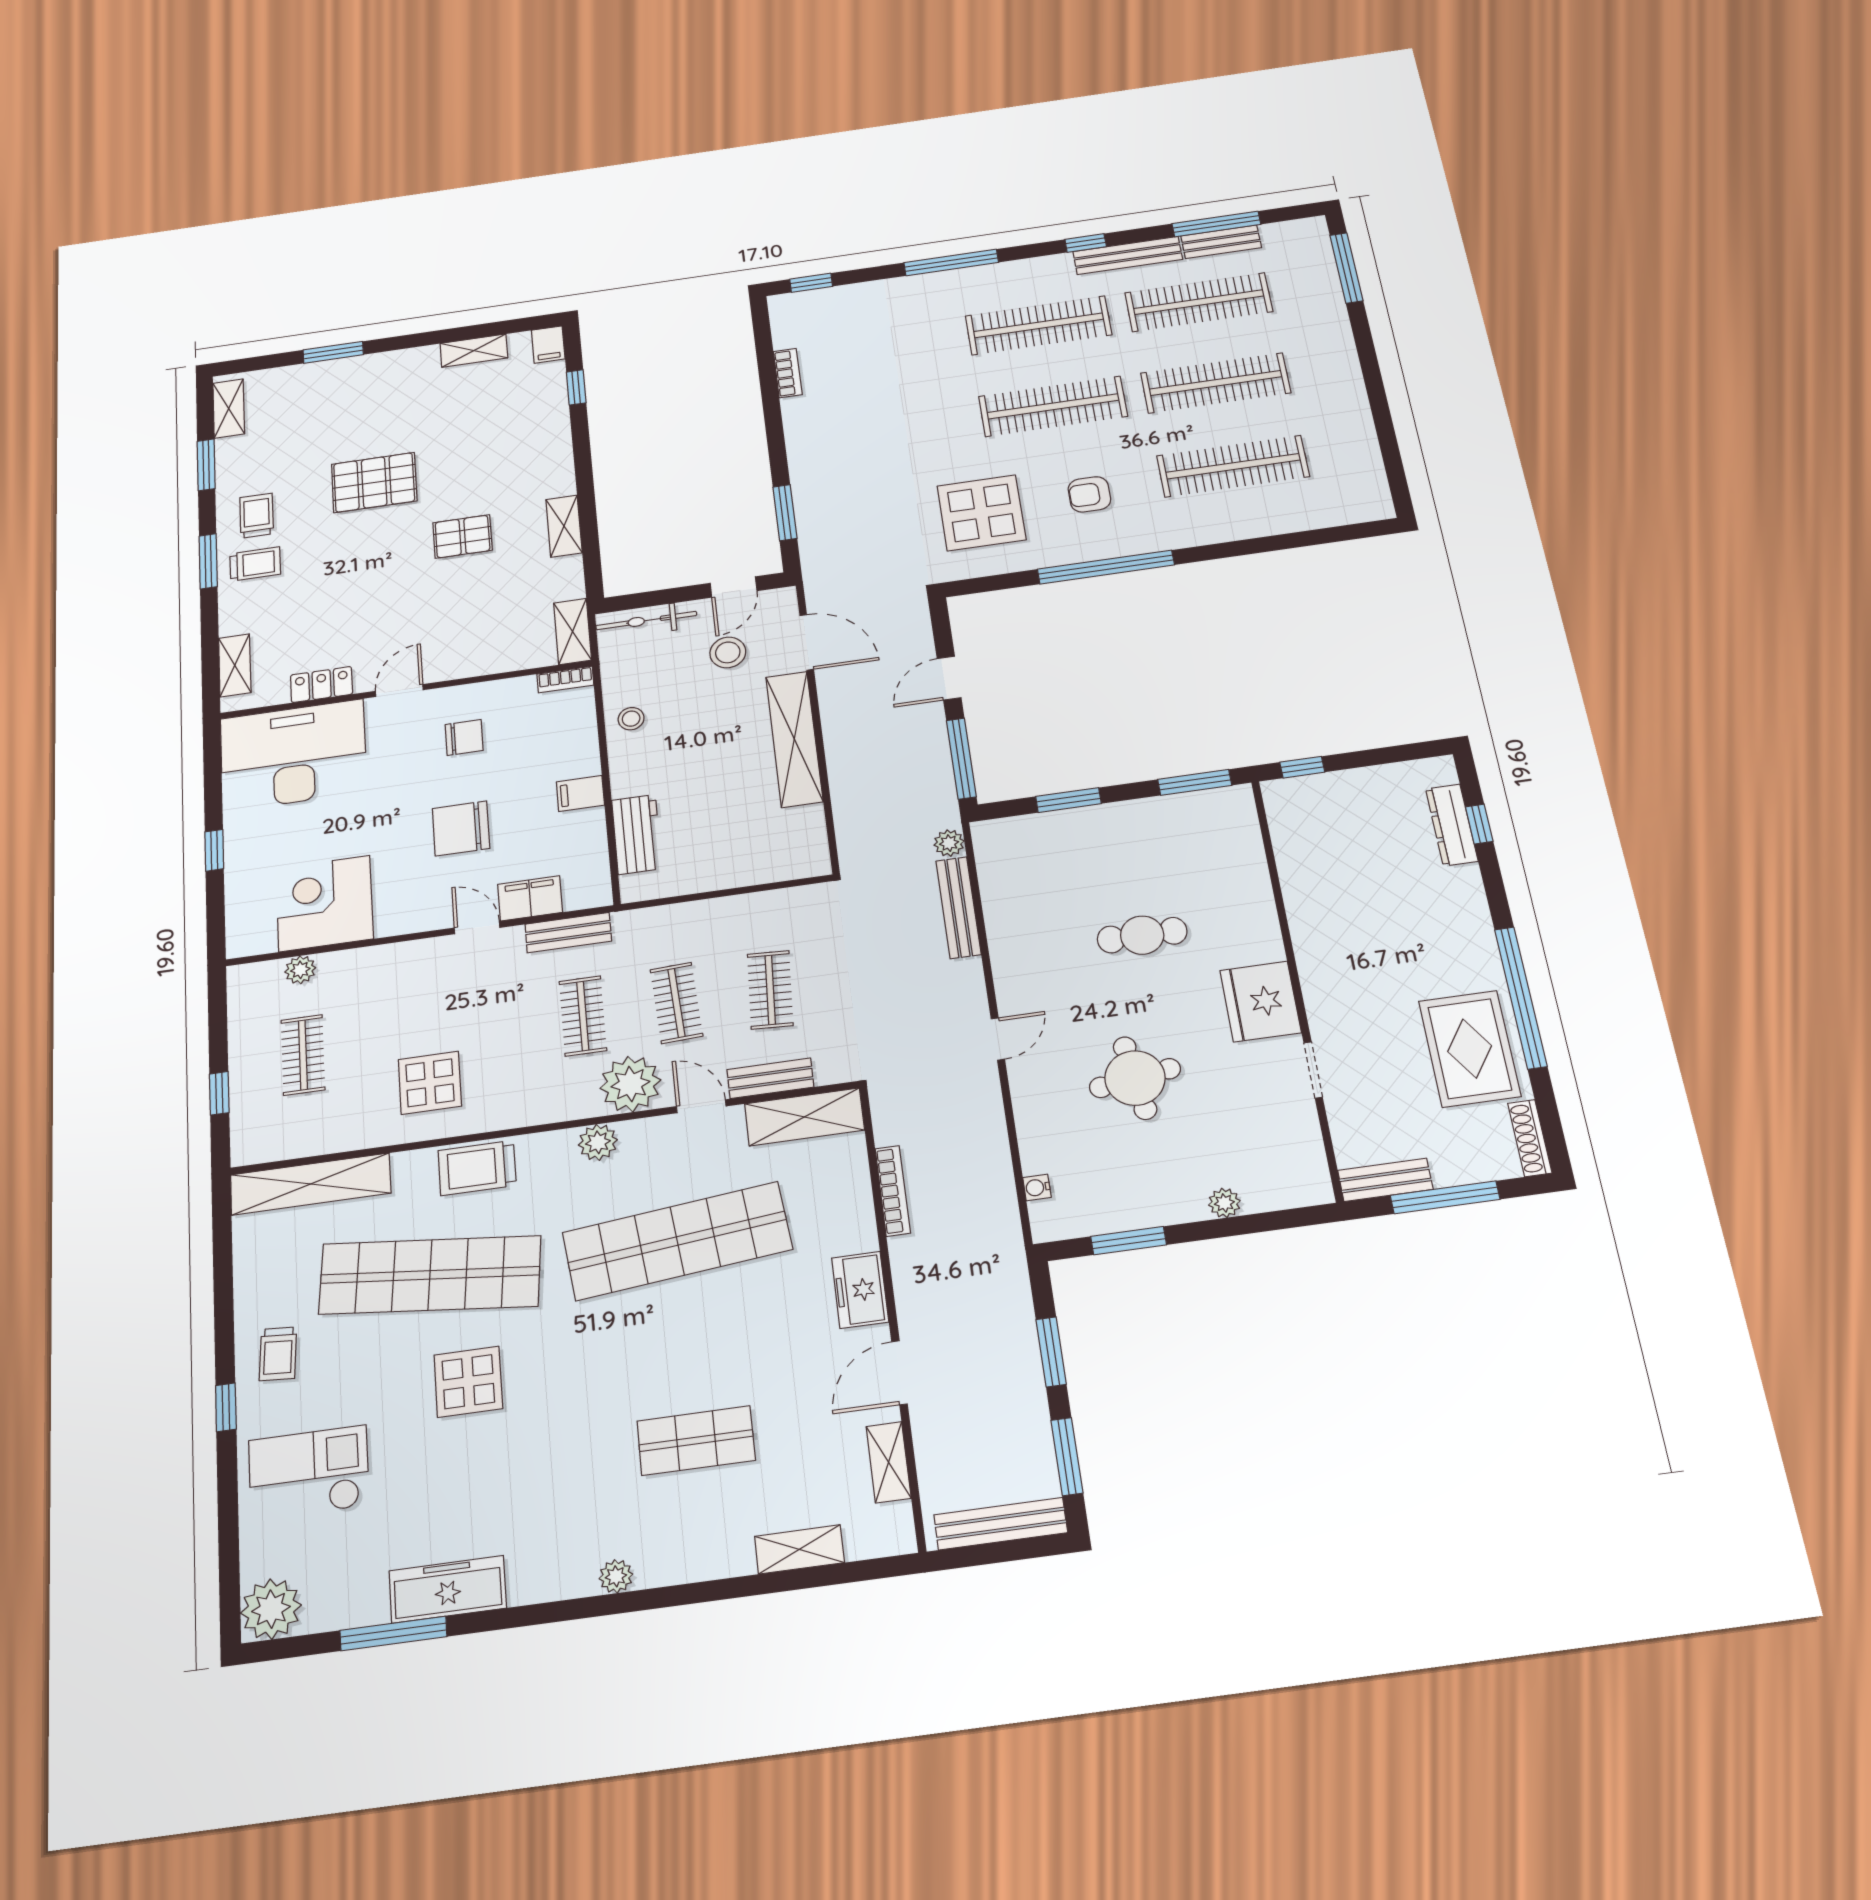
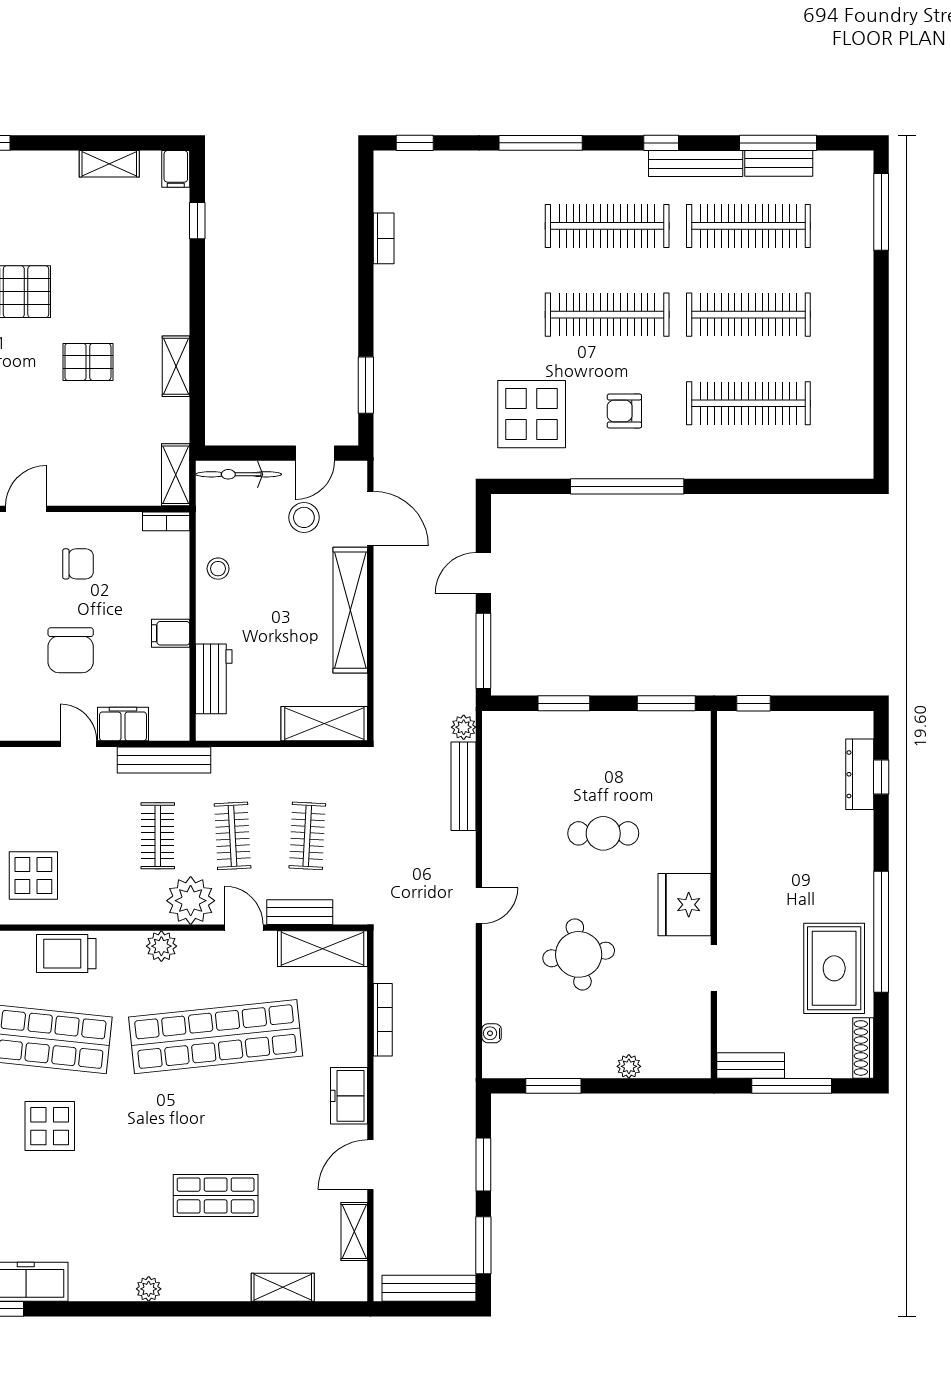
chair: (461, 828) -> (71, 650), turned -90
shelving: (777, 863) -> (324, 724), added
bench: (568, 933) -> (164, 760), width x1.36

